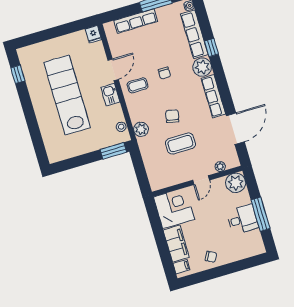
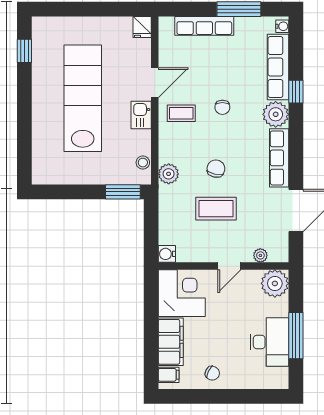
water cooler: (156, 184) -> (167, 254), added
desk: (242, 219) -> (270, 342), width x1.37

